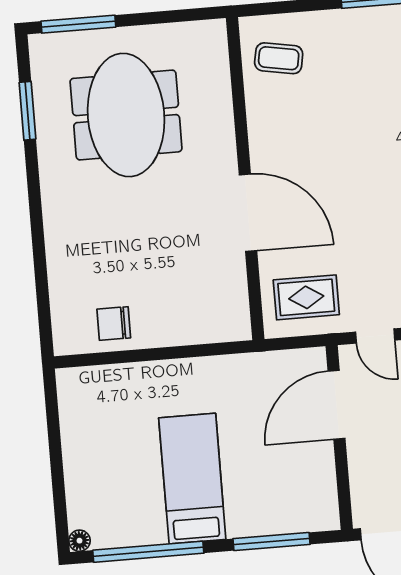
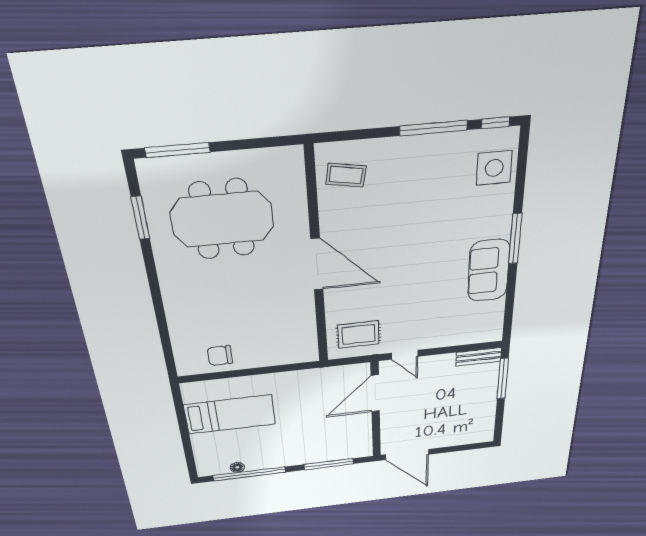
meeting table: (126, 115) -> (222, 219), turned 90
door: (248, 213) -> (317, 264), moved
bed: (192, 479) -> (230, 414), moved, turned 90
floor lamp: (79, 541) -> (237, 467), moved

